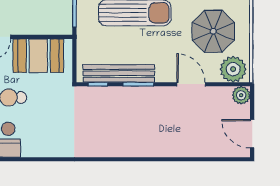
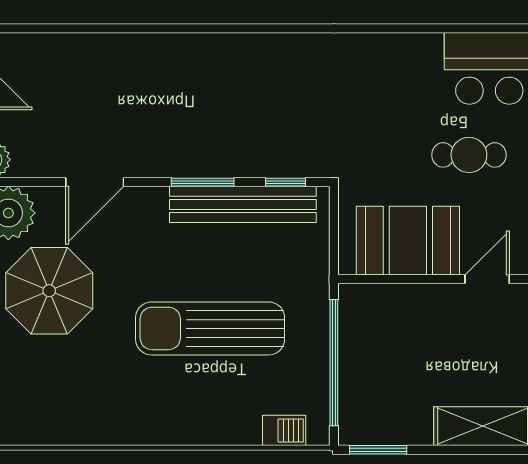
door: (191, 84) -> (95, 182), hinge flipped

